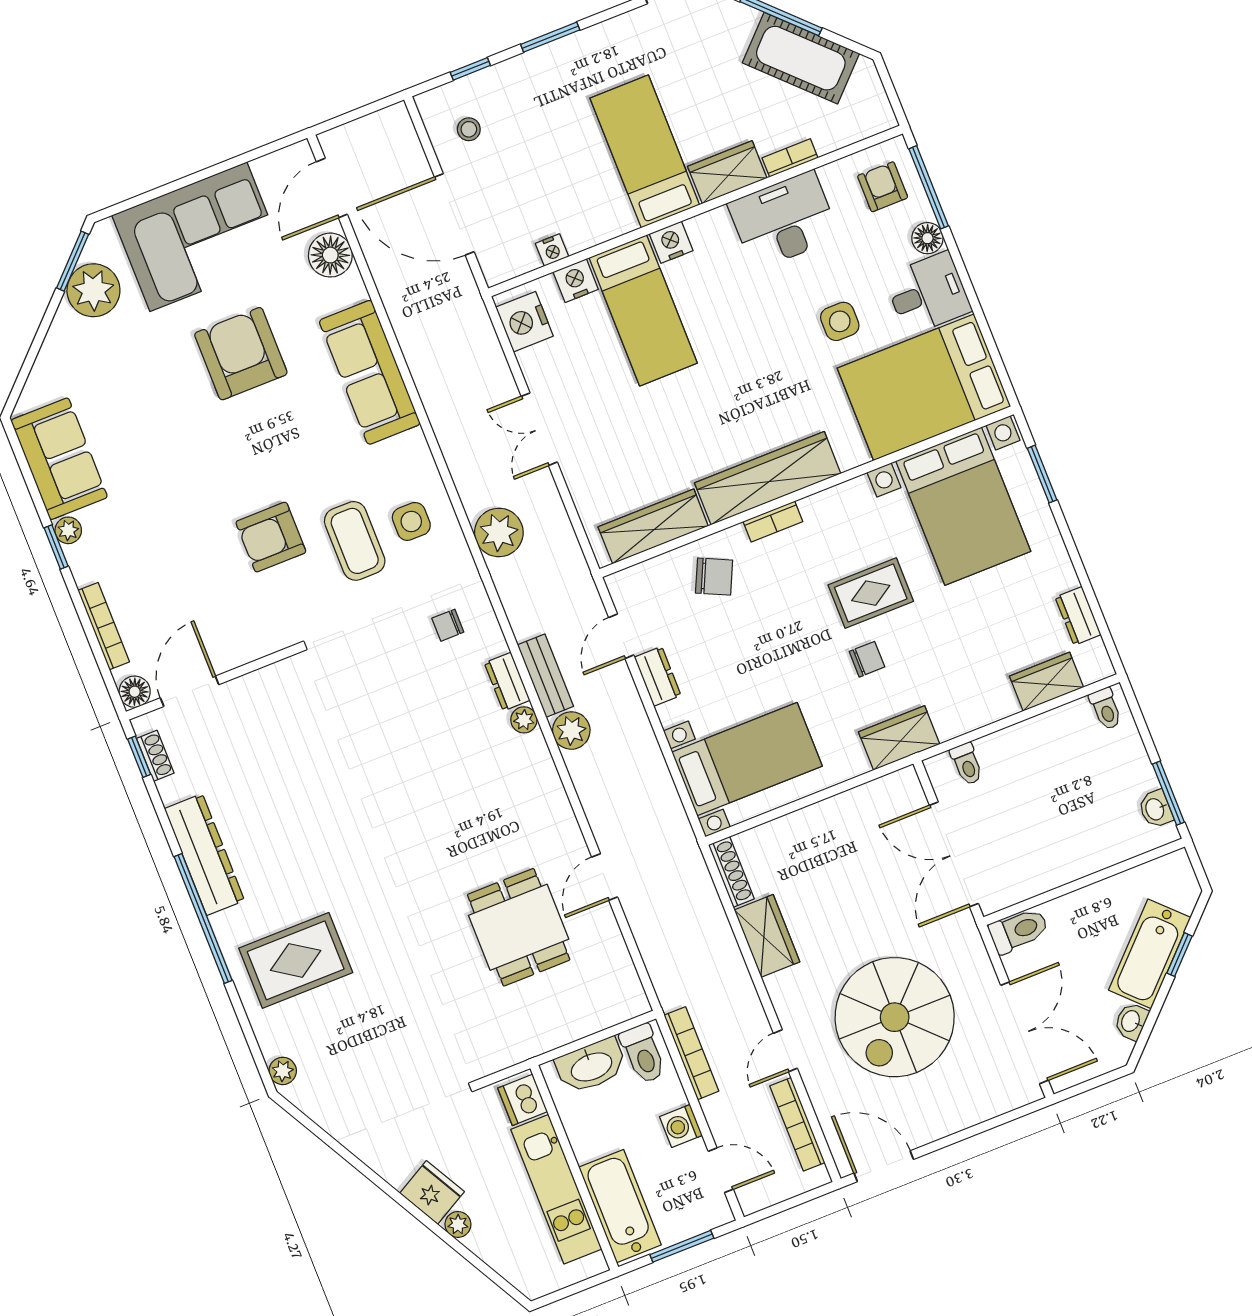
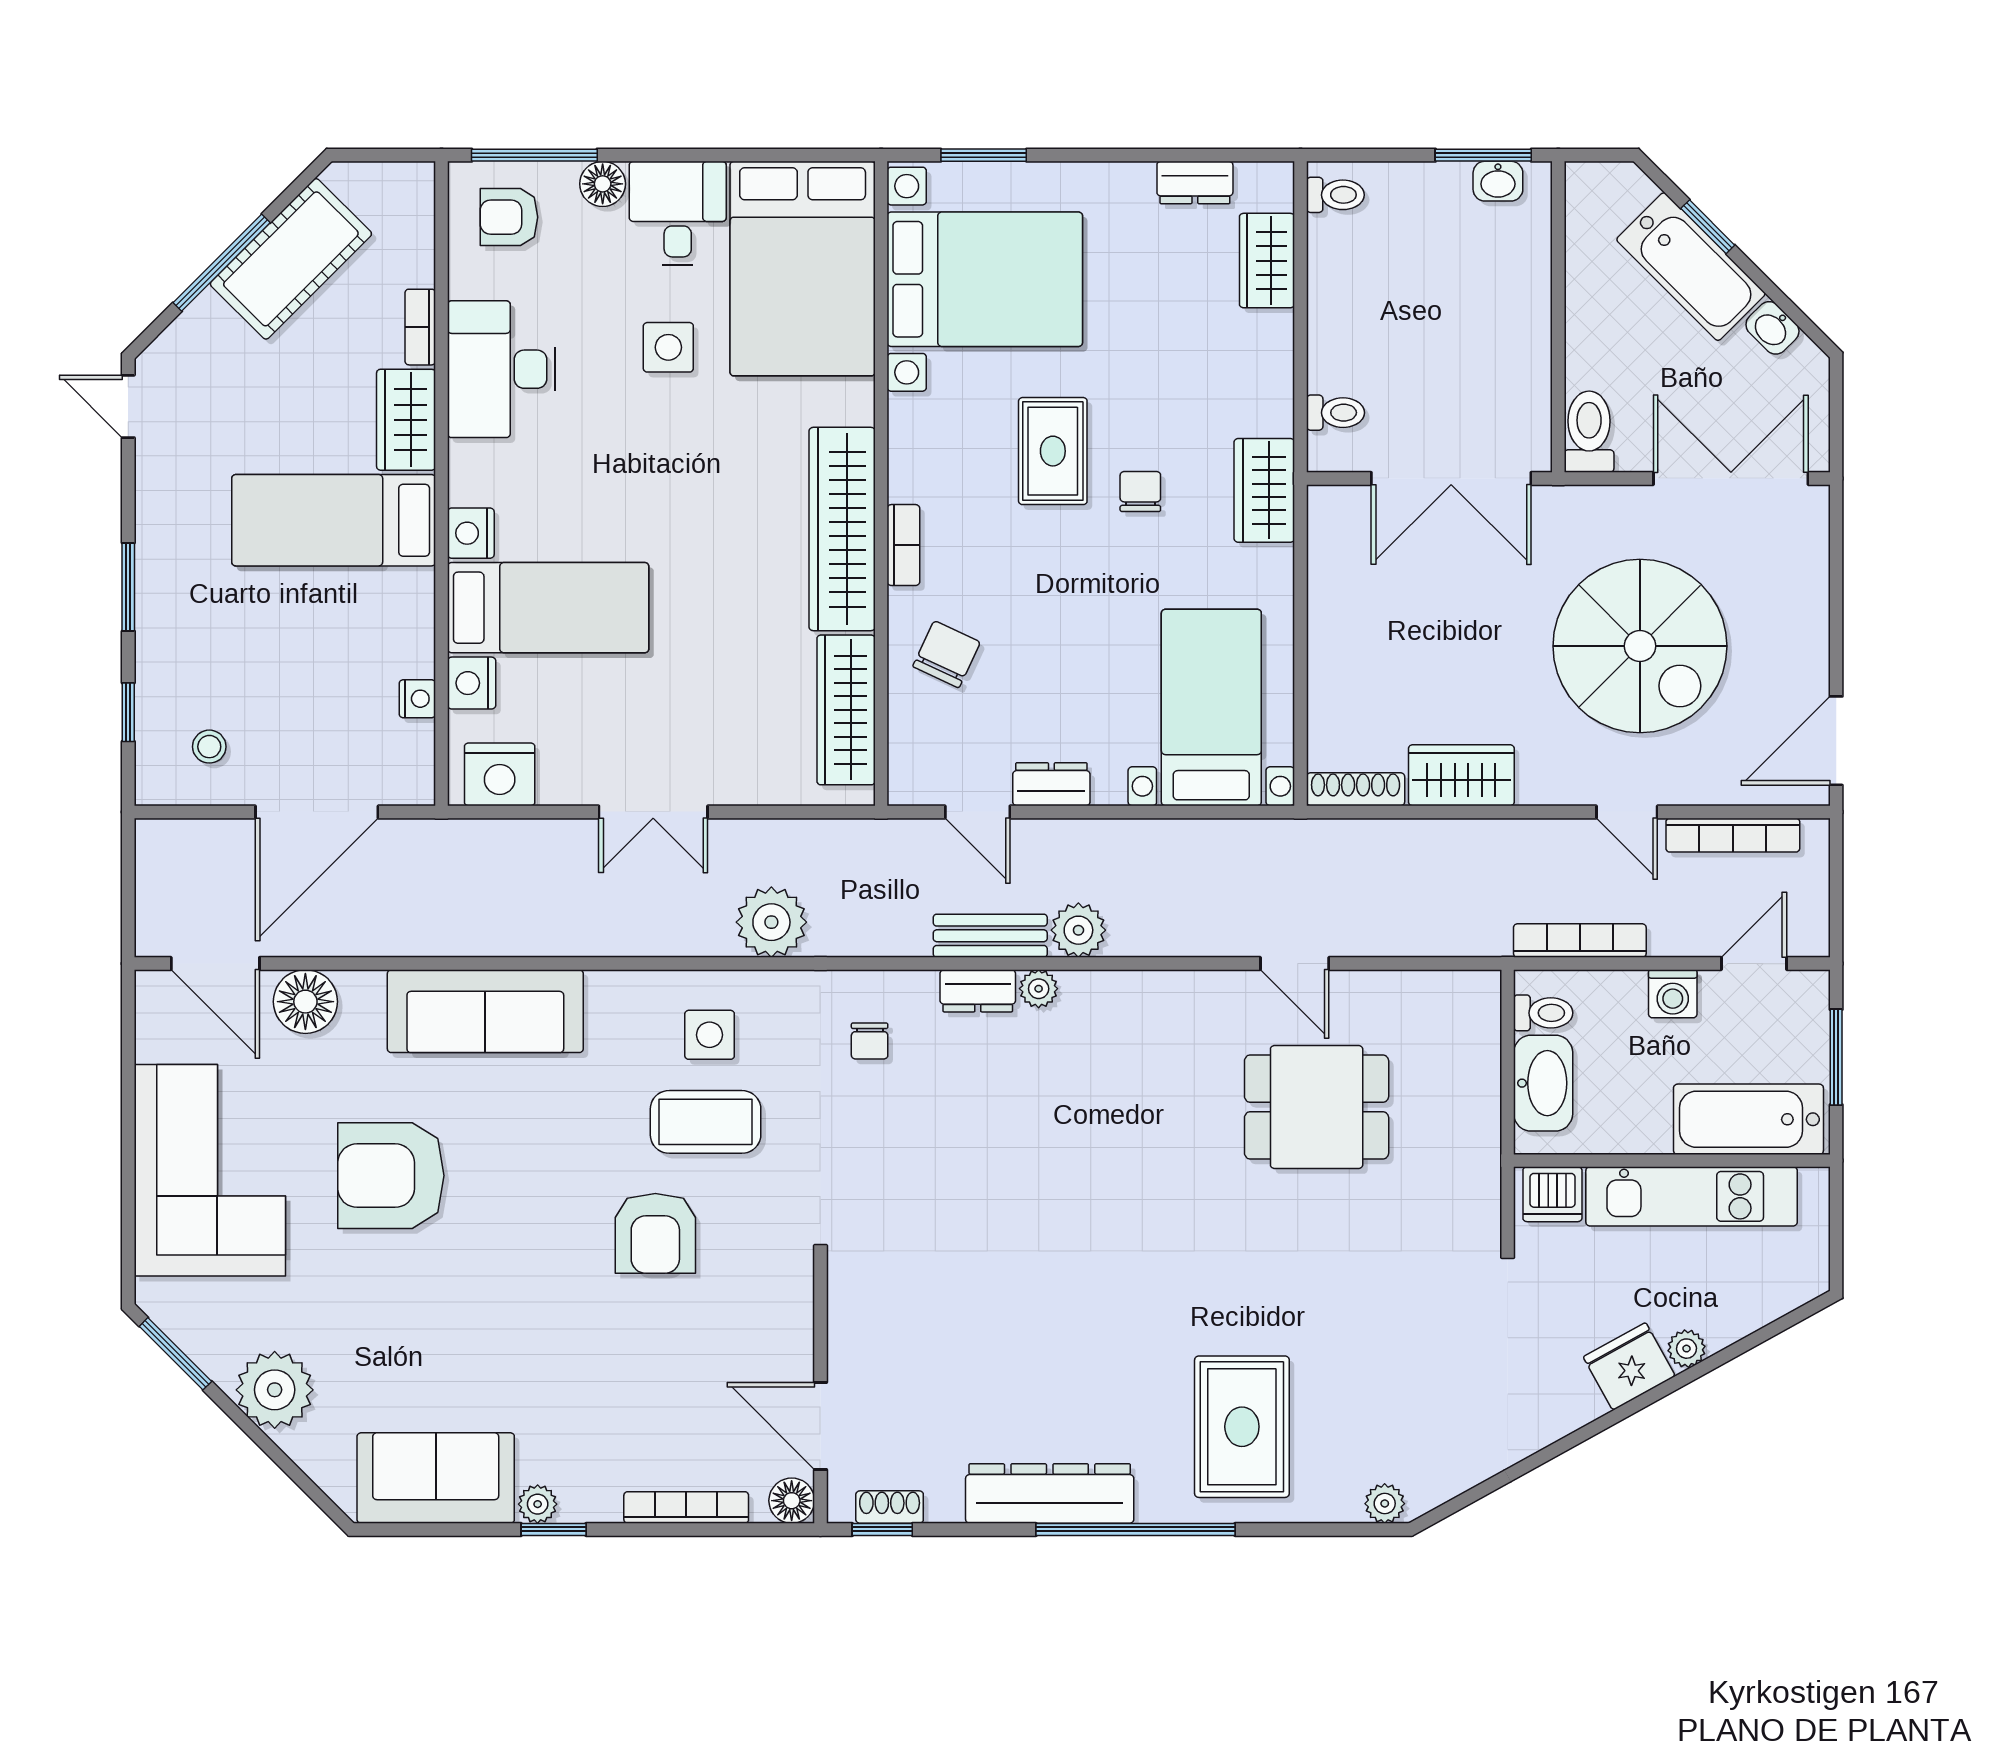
plant: (93, 290) -> (275, 1390), moved
toilet: (643, 1054) -> (1543, 1013), width x0.73, depth x0.72

